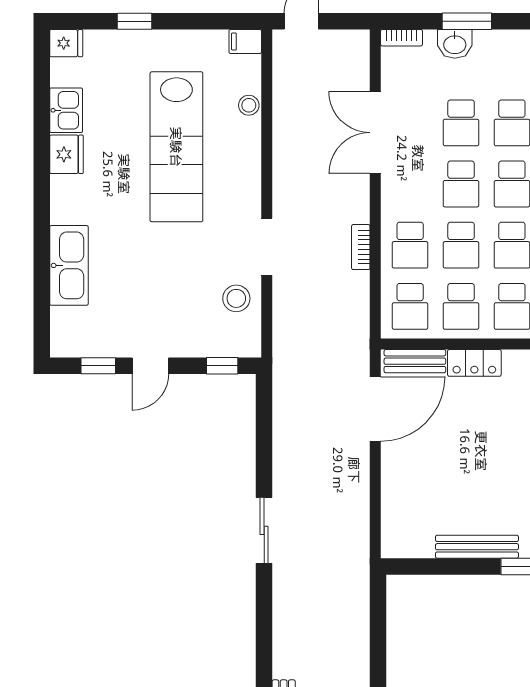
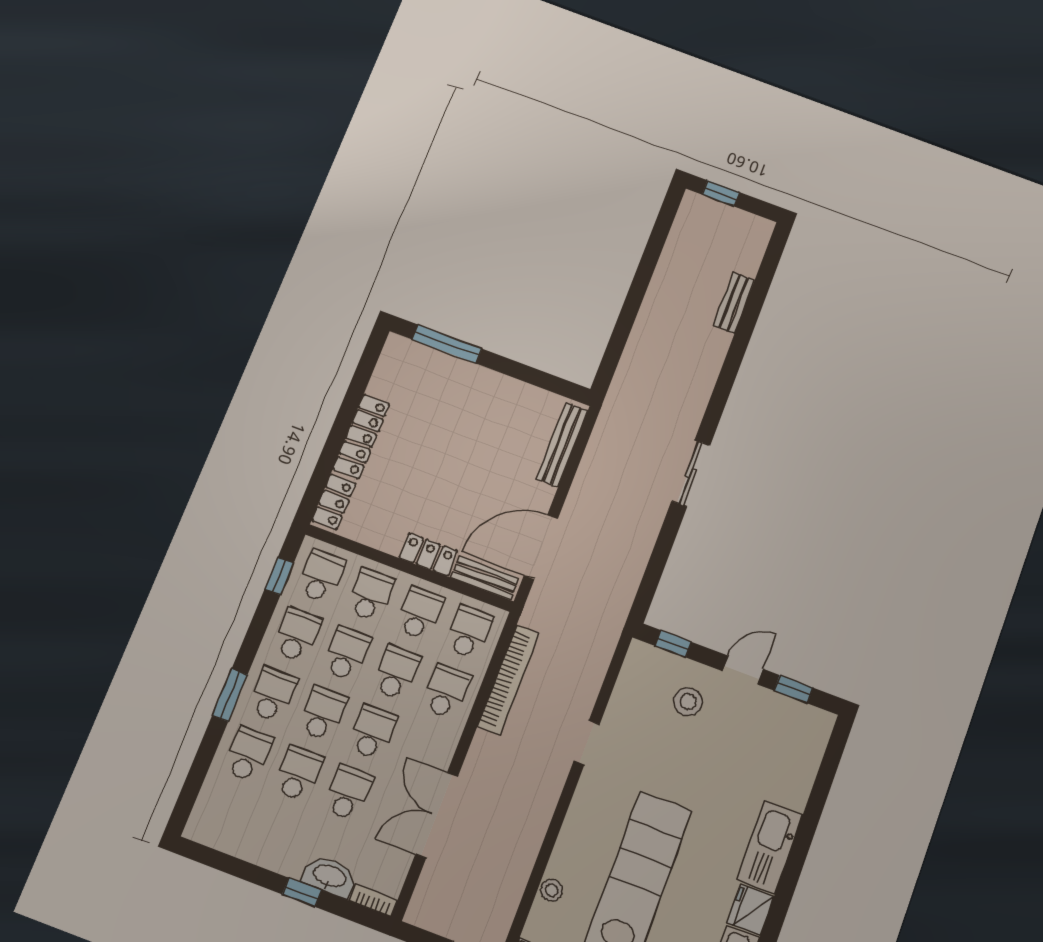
window: (467, 21) -> (302, 892), width x0.67
washbasin: (455, 44) -> (330, 877), width x1.38
double door: (375, 133) -> (437, 815), swing flipped
doorway: (267, 247) -> (587, 743), width x0.73
bookcase: (361, 247) -> (509, 680), width x2.31, depth x1.31
kitchen sink: (69, 265) -> (770, 847), moved
stool: (236, 298) -> (688, 701), moved
bench: (477, 547) -> (562, 445), moved, turned 90

